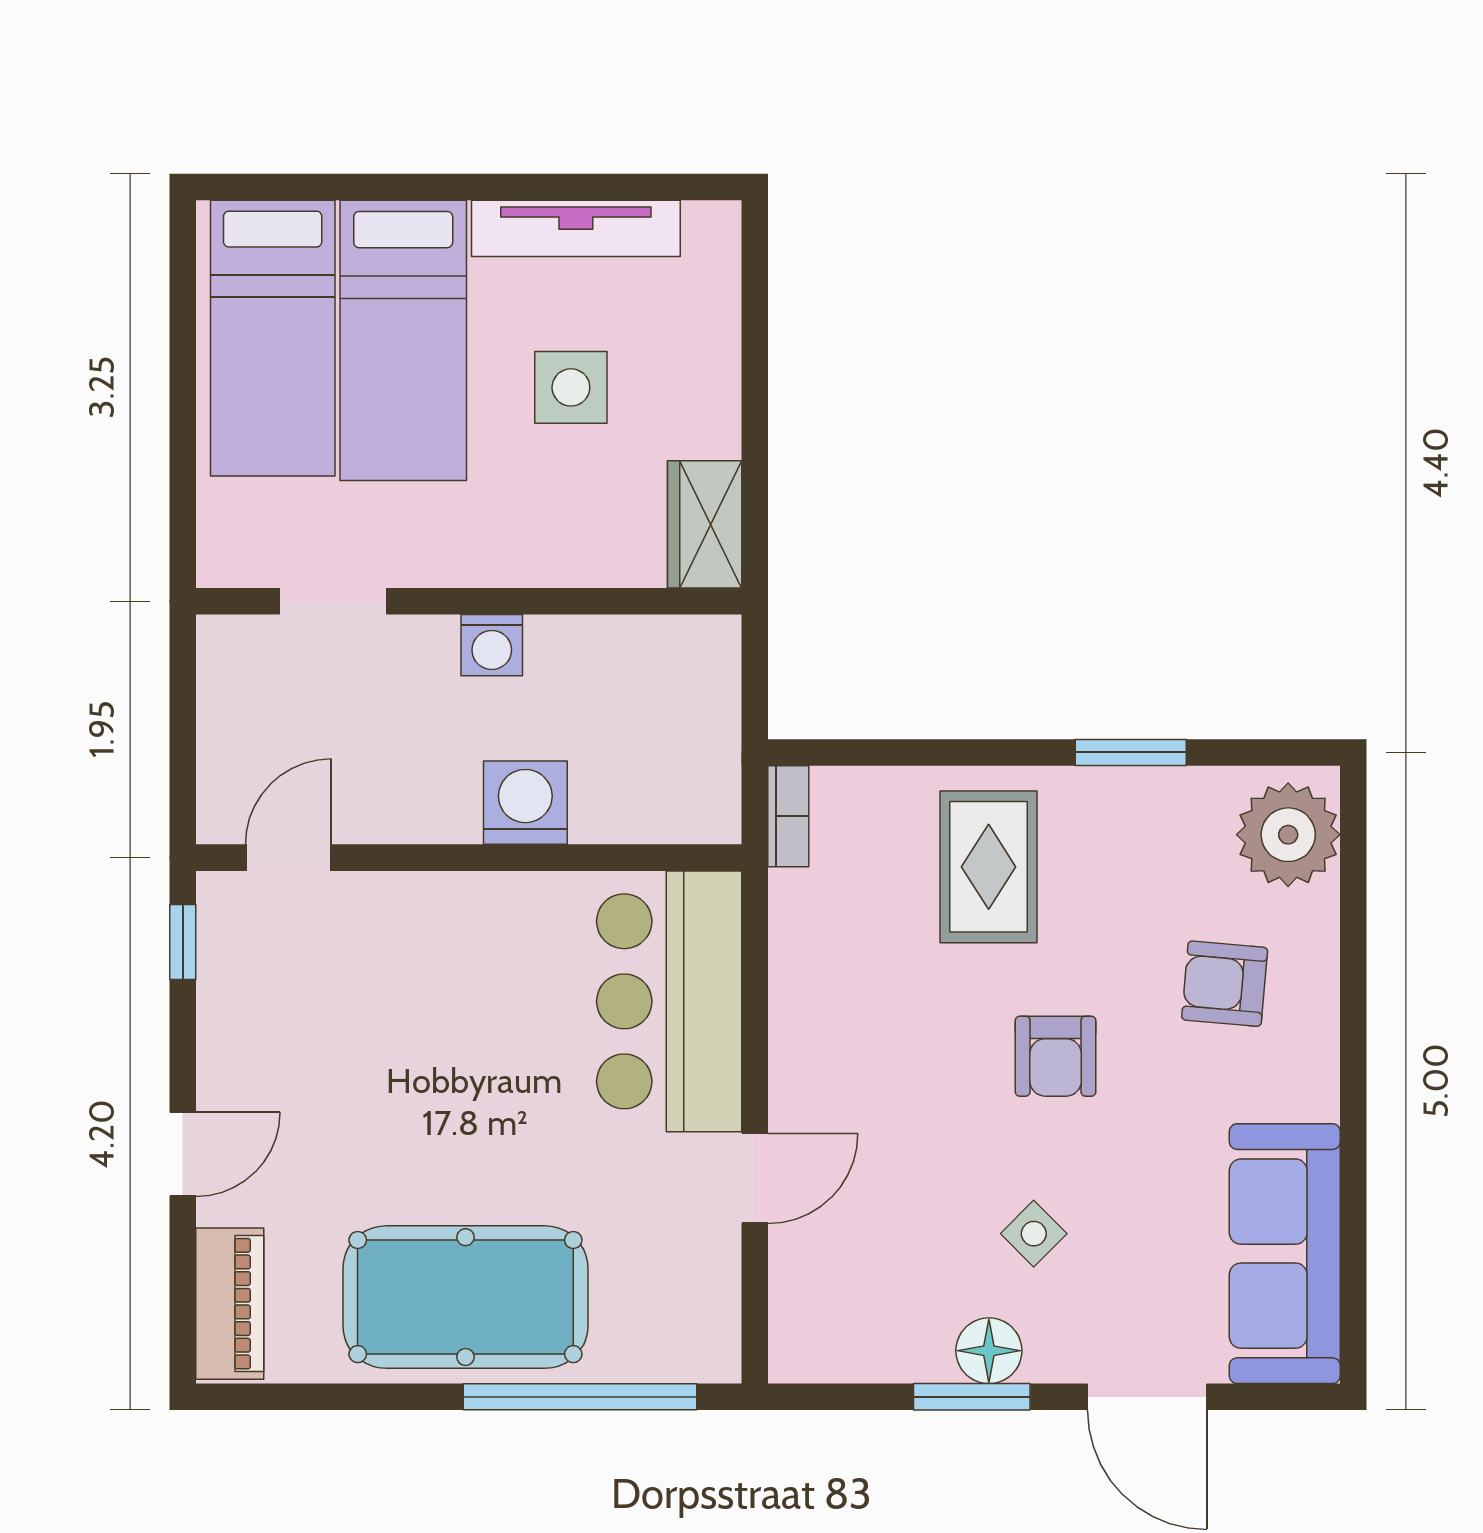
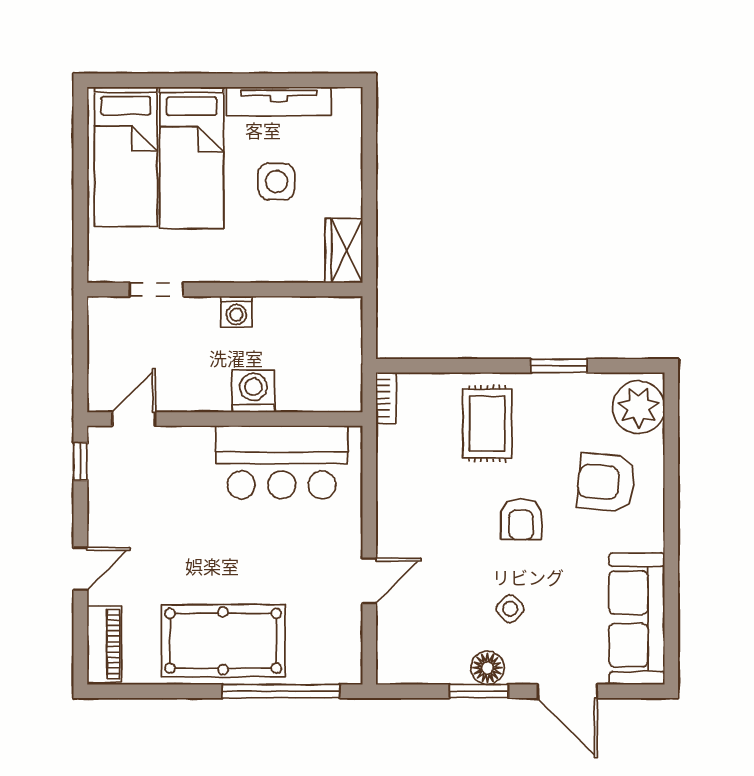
armchair: (1225, 984) -> (606, 483), width x1.38, depth x1.38
bar counter: (669, 1001) -> (282, 462), moved, turned -90

